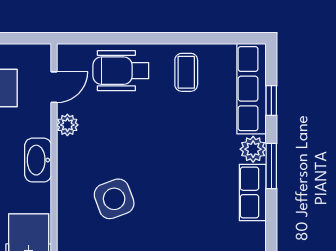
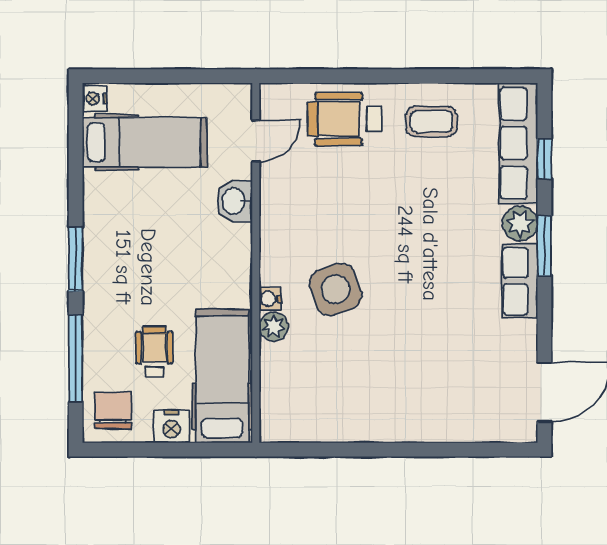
coffee table: (186, 72) -> (431, 121), turned 90
plant: (67, 125) -> (274, 327), moved
washbasin: (38, 160) -> (235, 201), moved, width x0.72
water cooler: (65, 206) -> (270, 299), added

